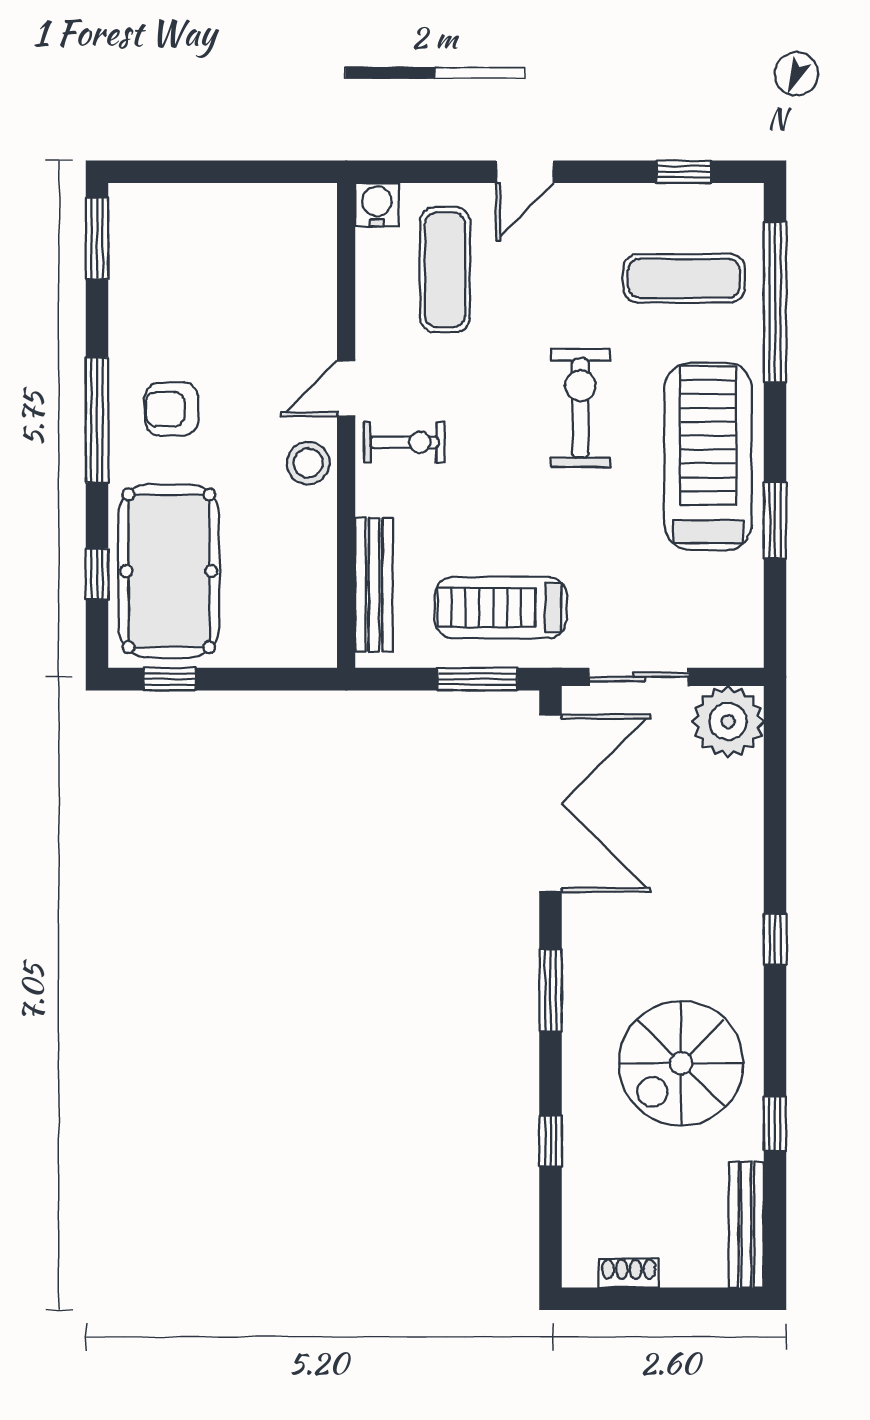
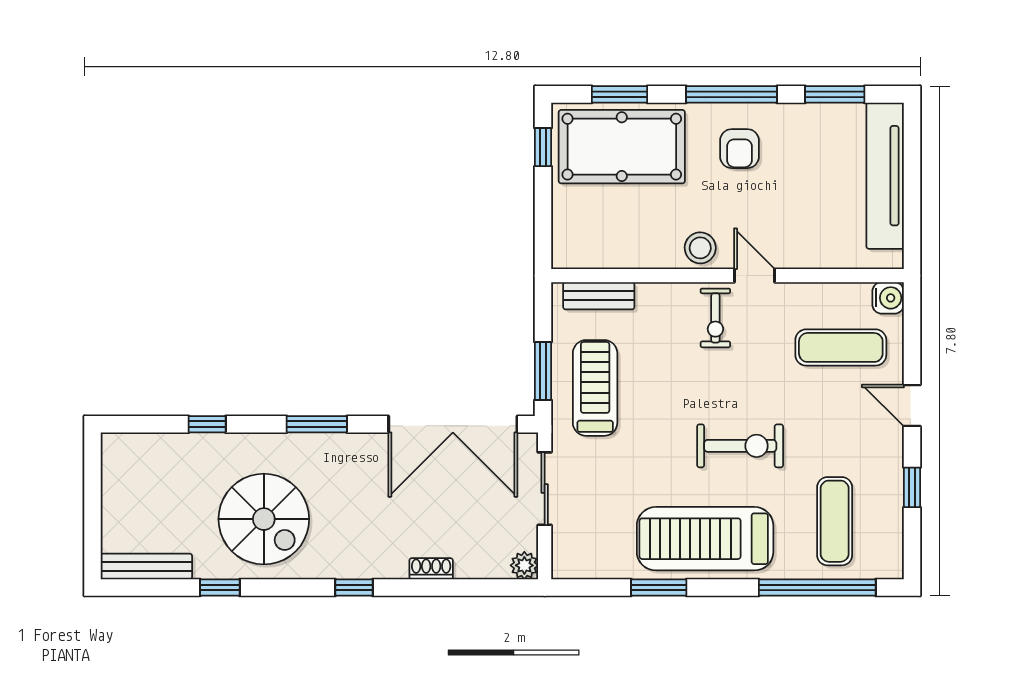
window: (684, 172) -> (912, 487), moved
tv unit: (209, 209) -> (885, 176), added
window: (97, 238) -> (835, 94), moved
armchair: (172, 409) -> (739, 149), turned 180
treadmill: (708, 456) -> (705, 539), turned 180
window: (97, 574) -> (619, 94), width x1.50
bench: (374, 585) -> (599, 296), width x0.73
plant: (728, 722) -> (524, 565), width x0.53, depth x0.53
spiral stairs: (681, 1063) -> (264, 519), turned 180
shoe rack: (629, 1273) -> (431, 569), moved, turned -90

